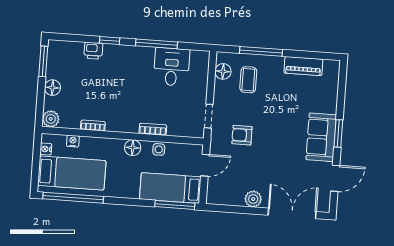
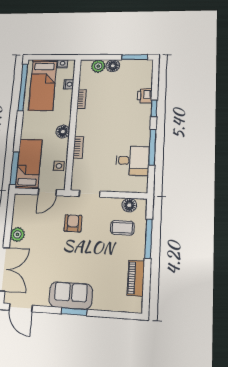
plant: (51, 119) -> (98, 66), moved
side table: (159, 149) -> (59, 166), moved
door: (205, 165) -> (47, 192), hinge flipped
door: (335, 178) -> (21, 308), moved

